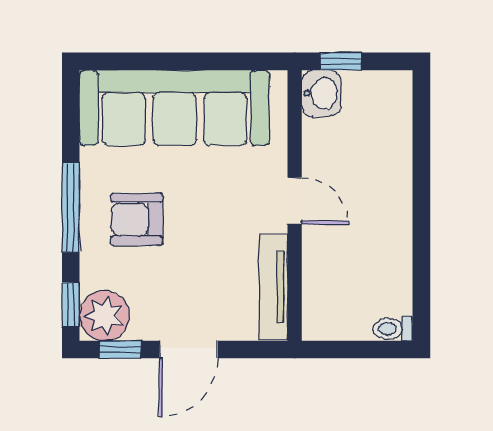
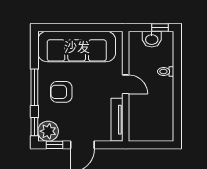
window: (341, 61) -> (160, 28), moved
washbasin: (321, 93) -> (152, 39), moved, turned 90
toilet: (393, 329) -> (166, 71), moved

